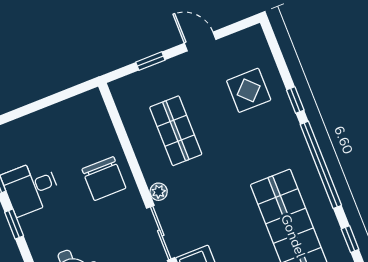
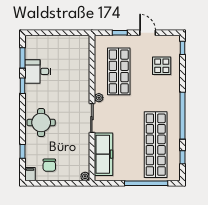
window: (295, 100) -> (182, 48), moved
shop shelf: (176, 131) -> (119, 71), width x1.43, depth x1.36
chair: (104, 179) -> (75, 81), removed

